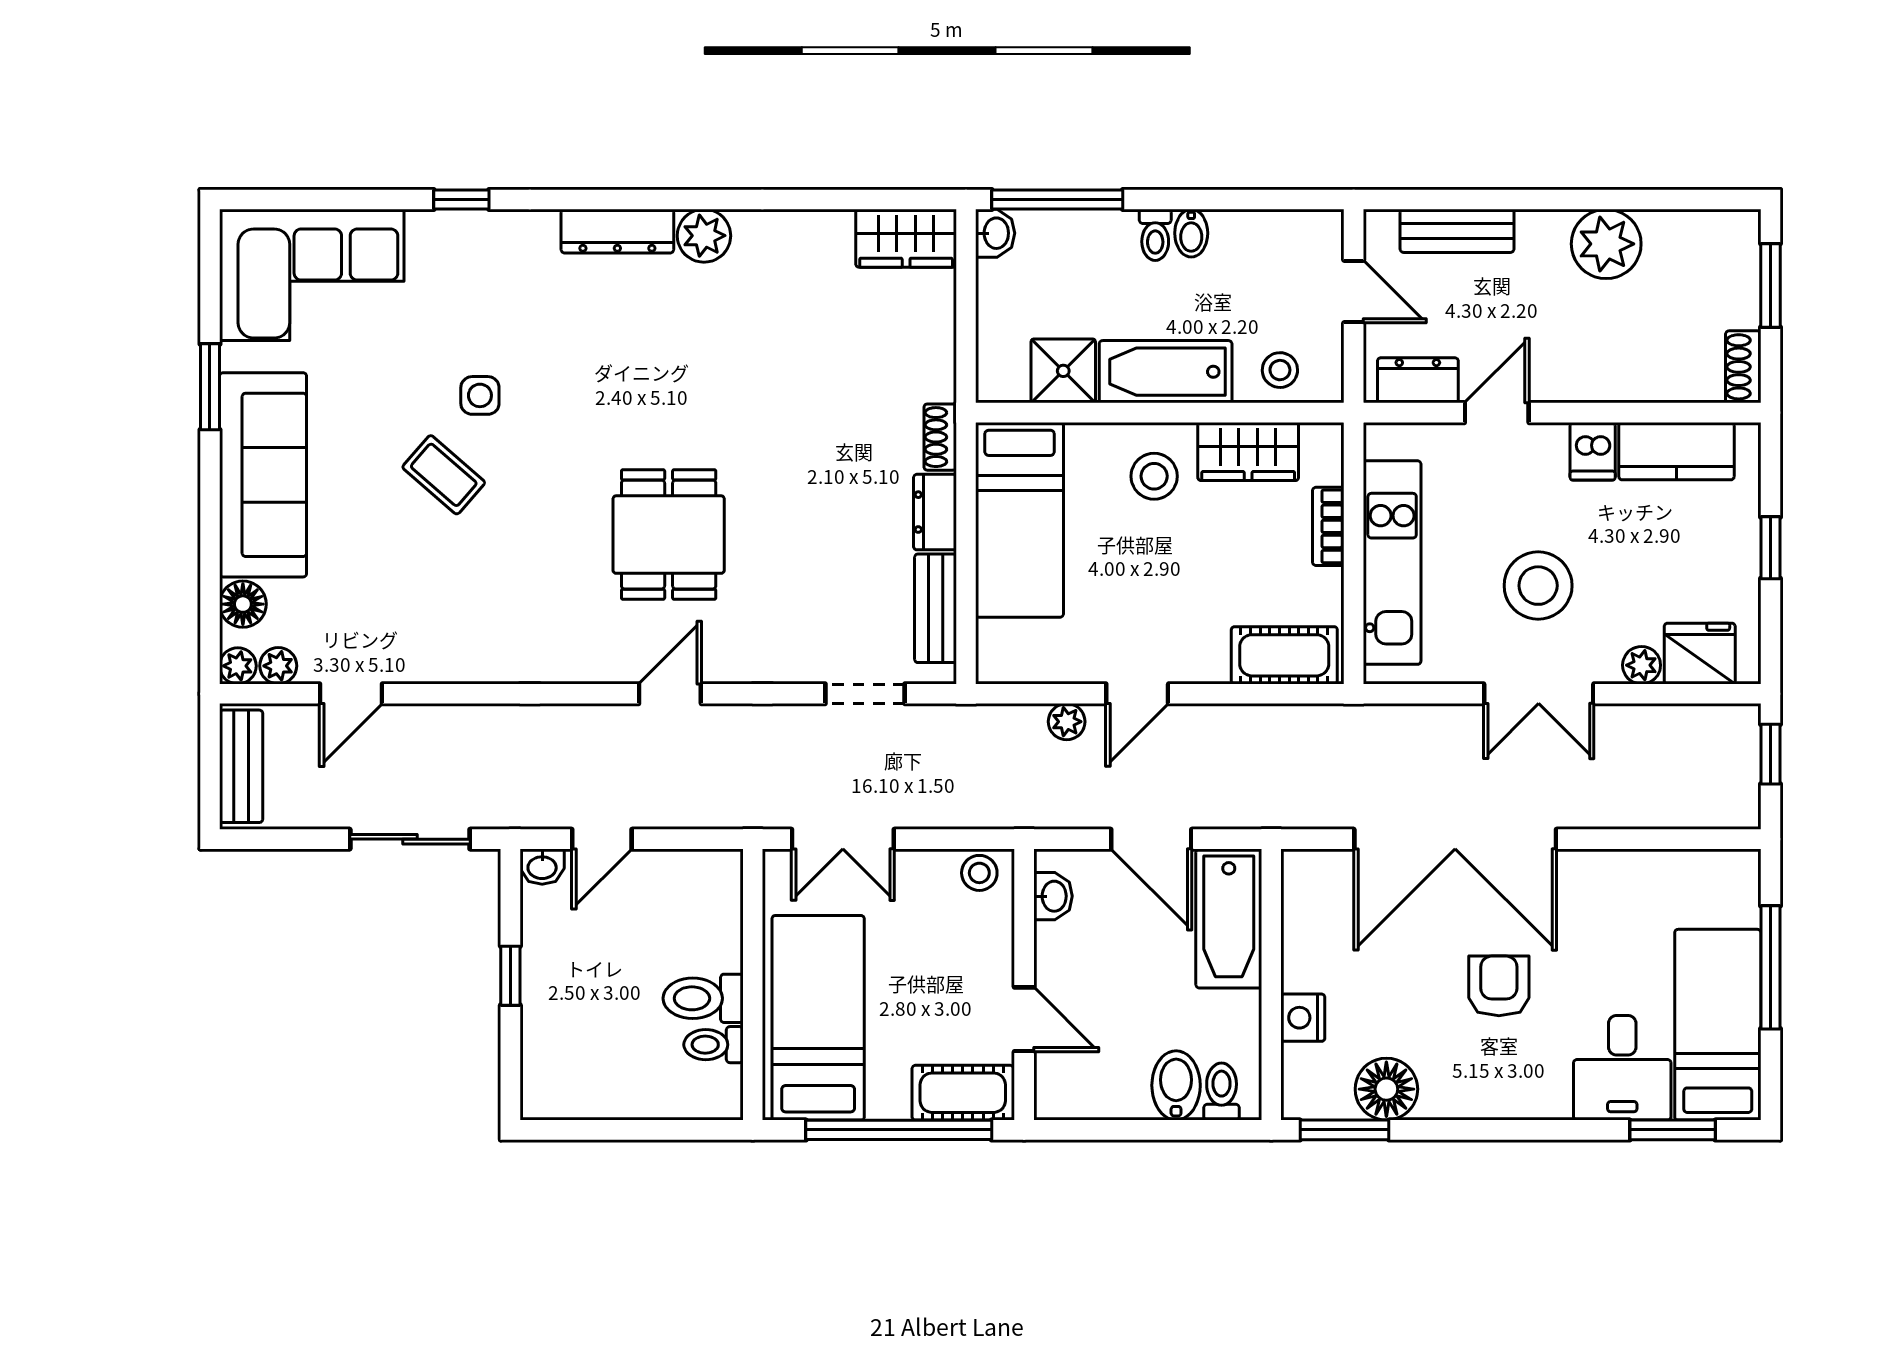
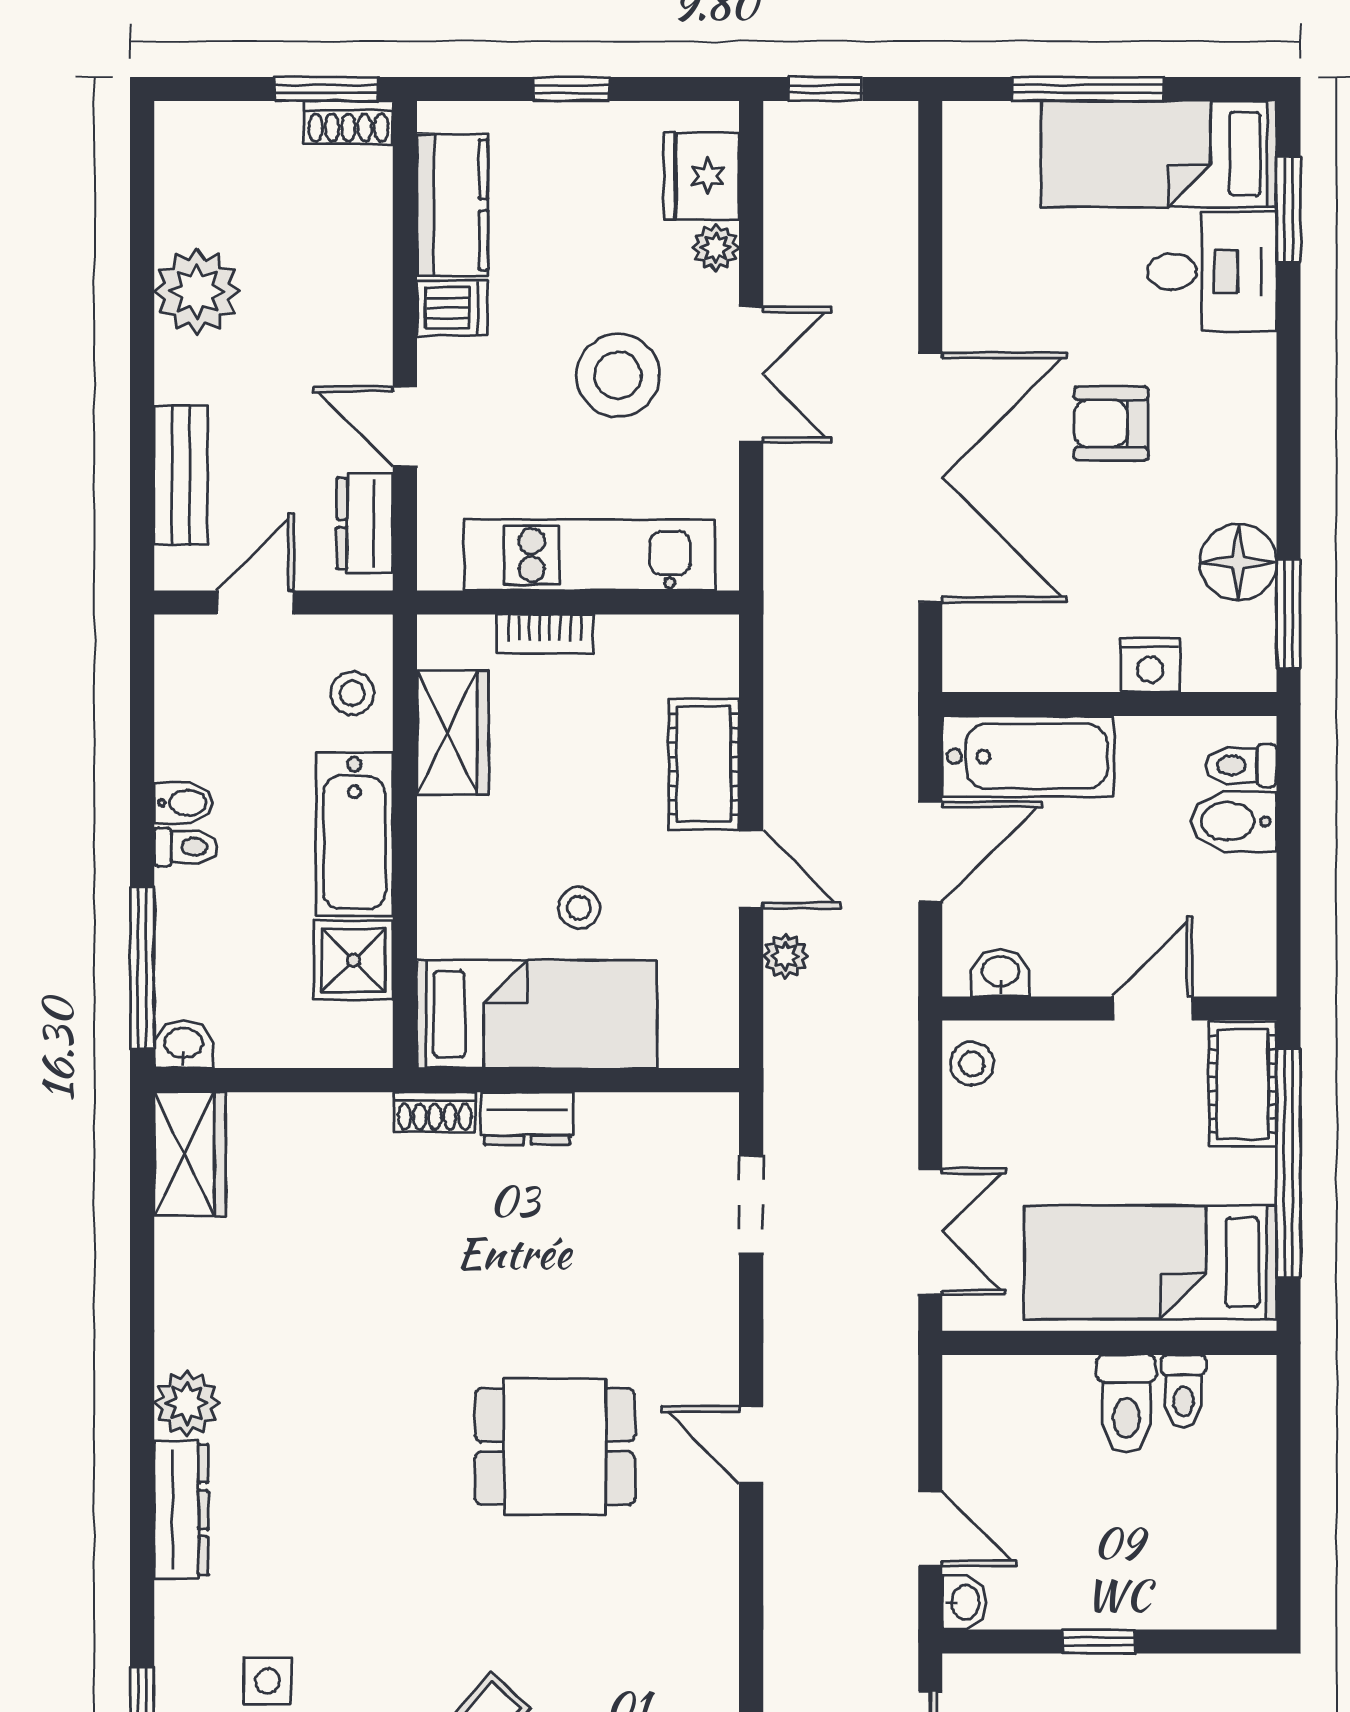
window: (1770, 285) -> (326, 89), moved
side table: (480, 395) -> (267, 1681), moved
stool: (1154, 476) -> (579, 908), moved, width x0.73, depth x0.73
bench: (935, 608) -> (646, 1118), removed
cot: (1284, 655) -> (704, 764), moved

